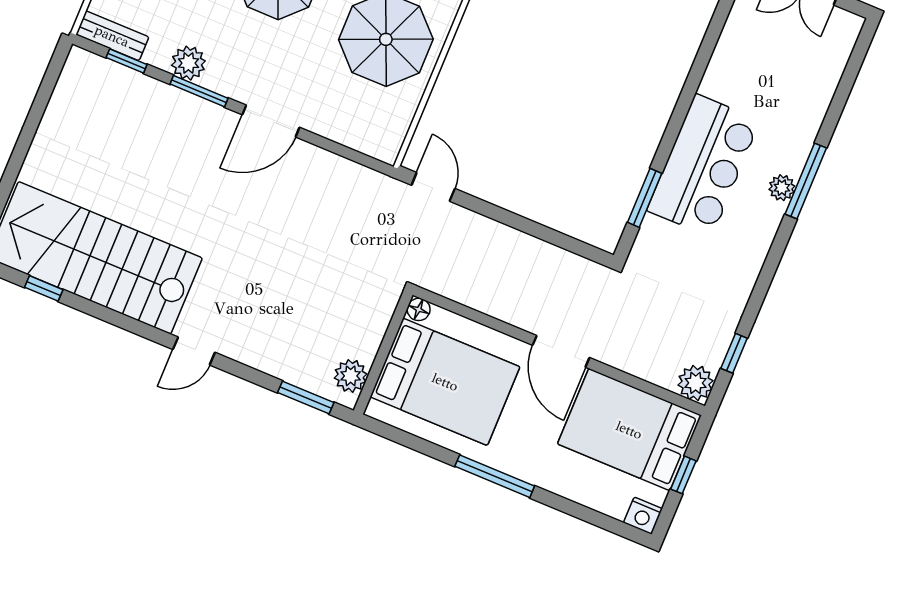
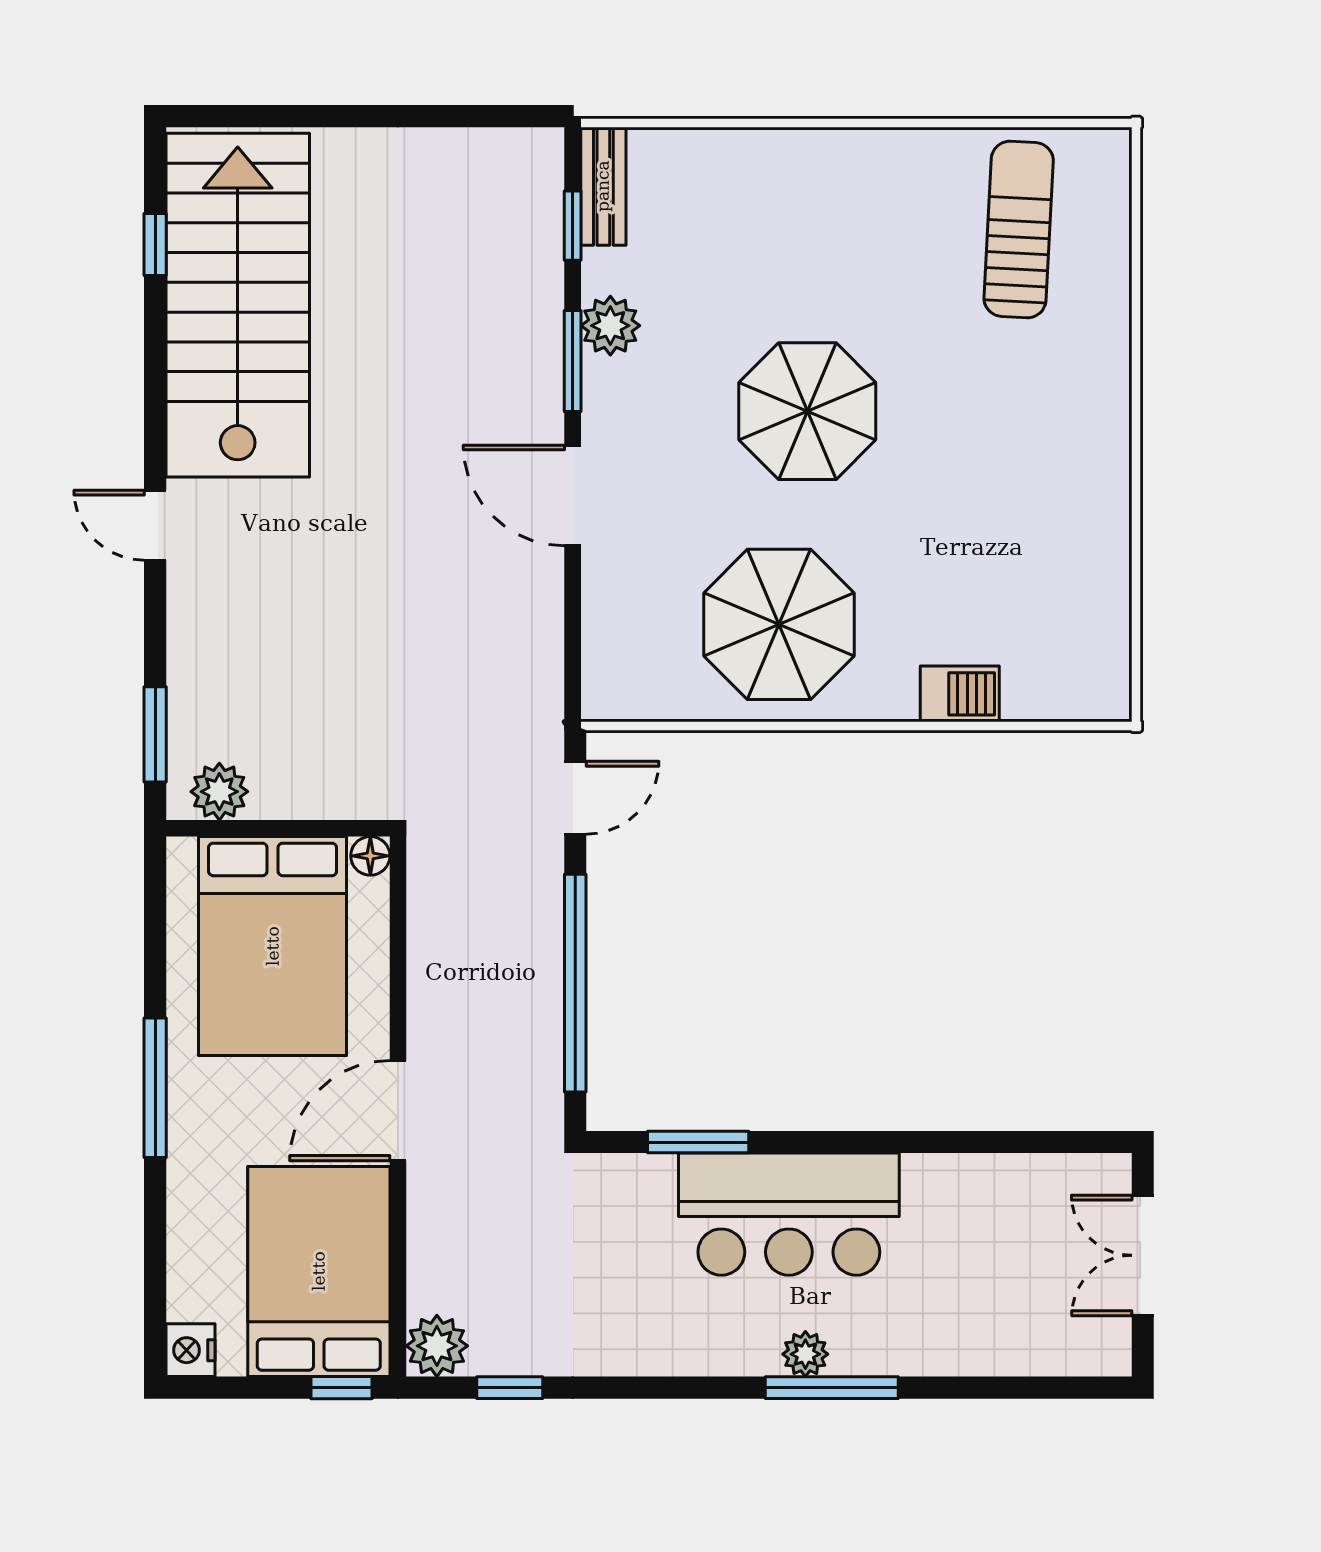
window: (532, 228) -> (575, 983), added
window: (683, 475) -> (341, 1388), moved

